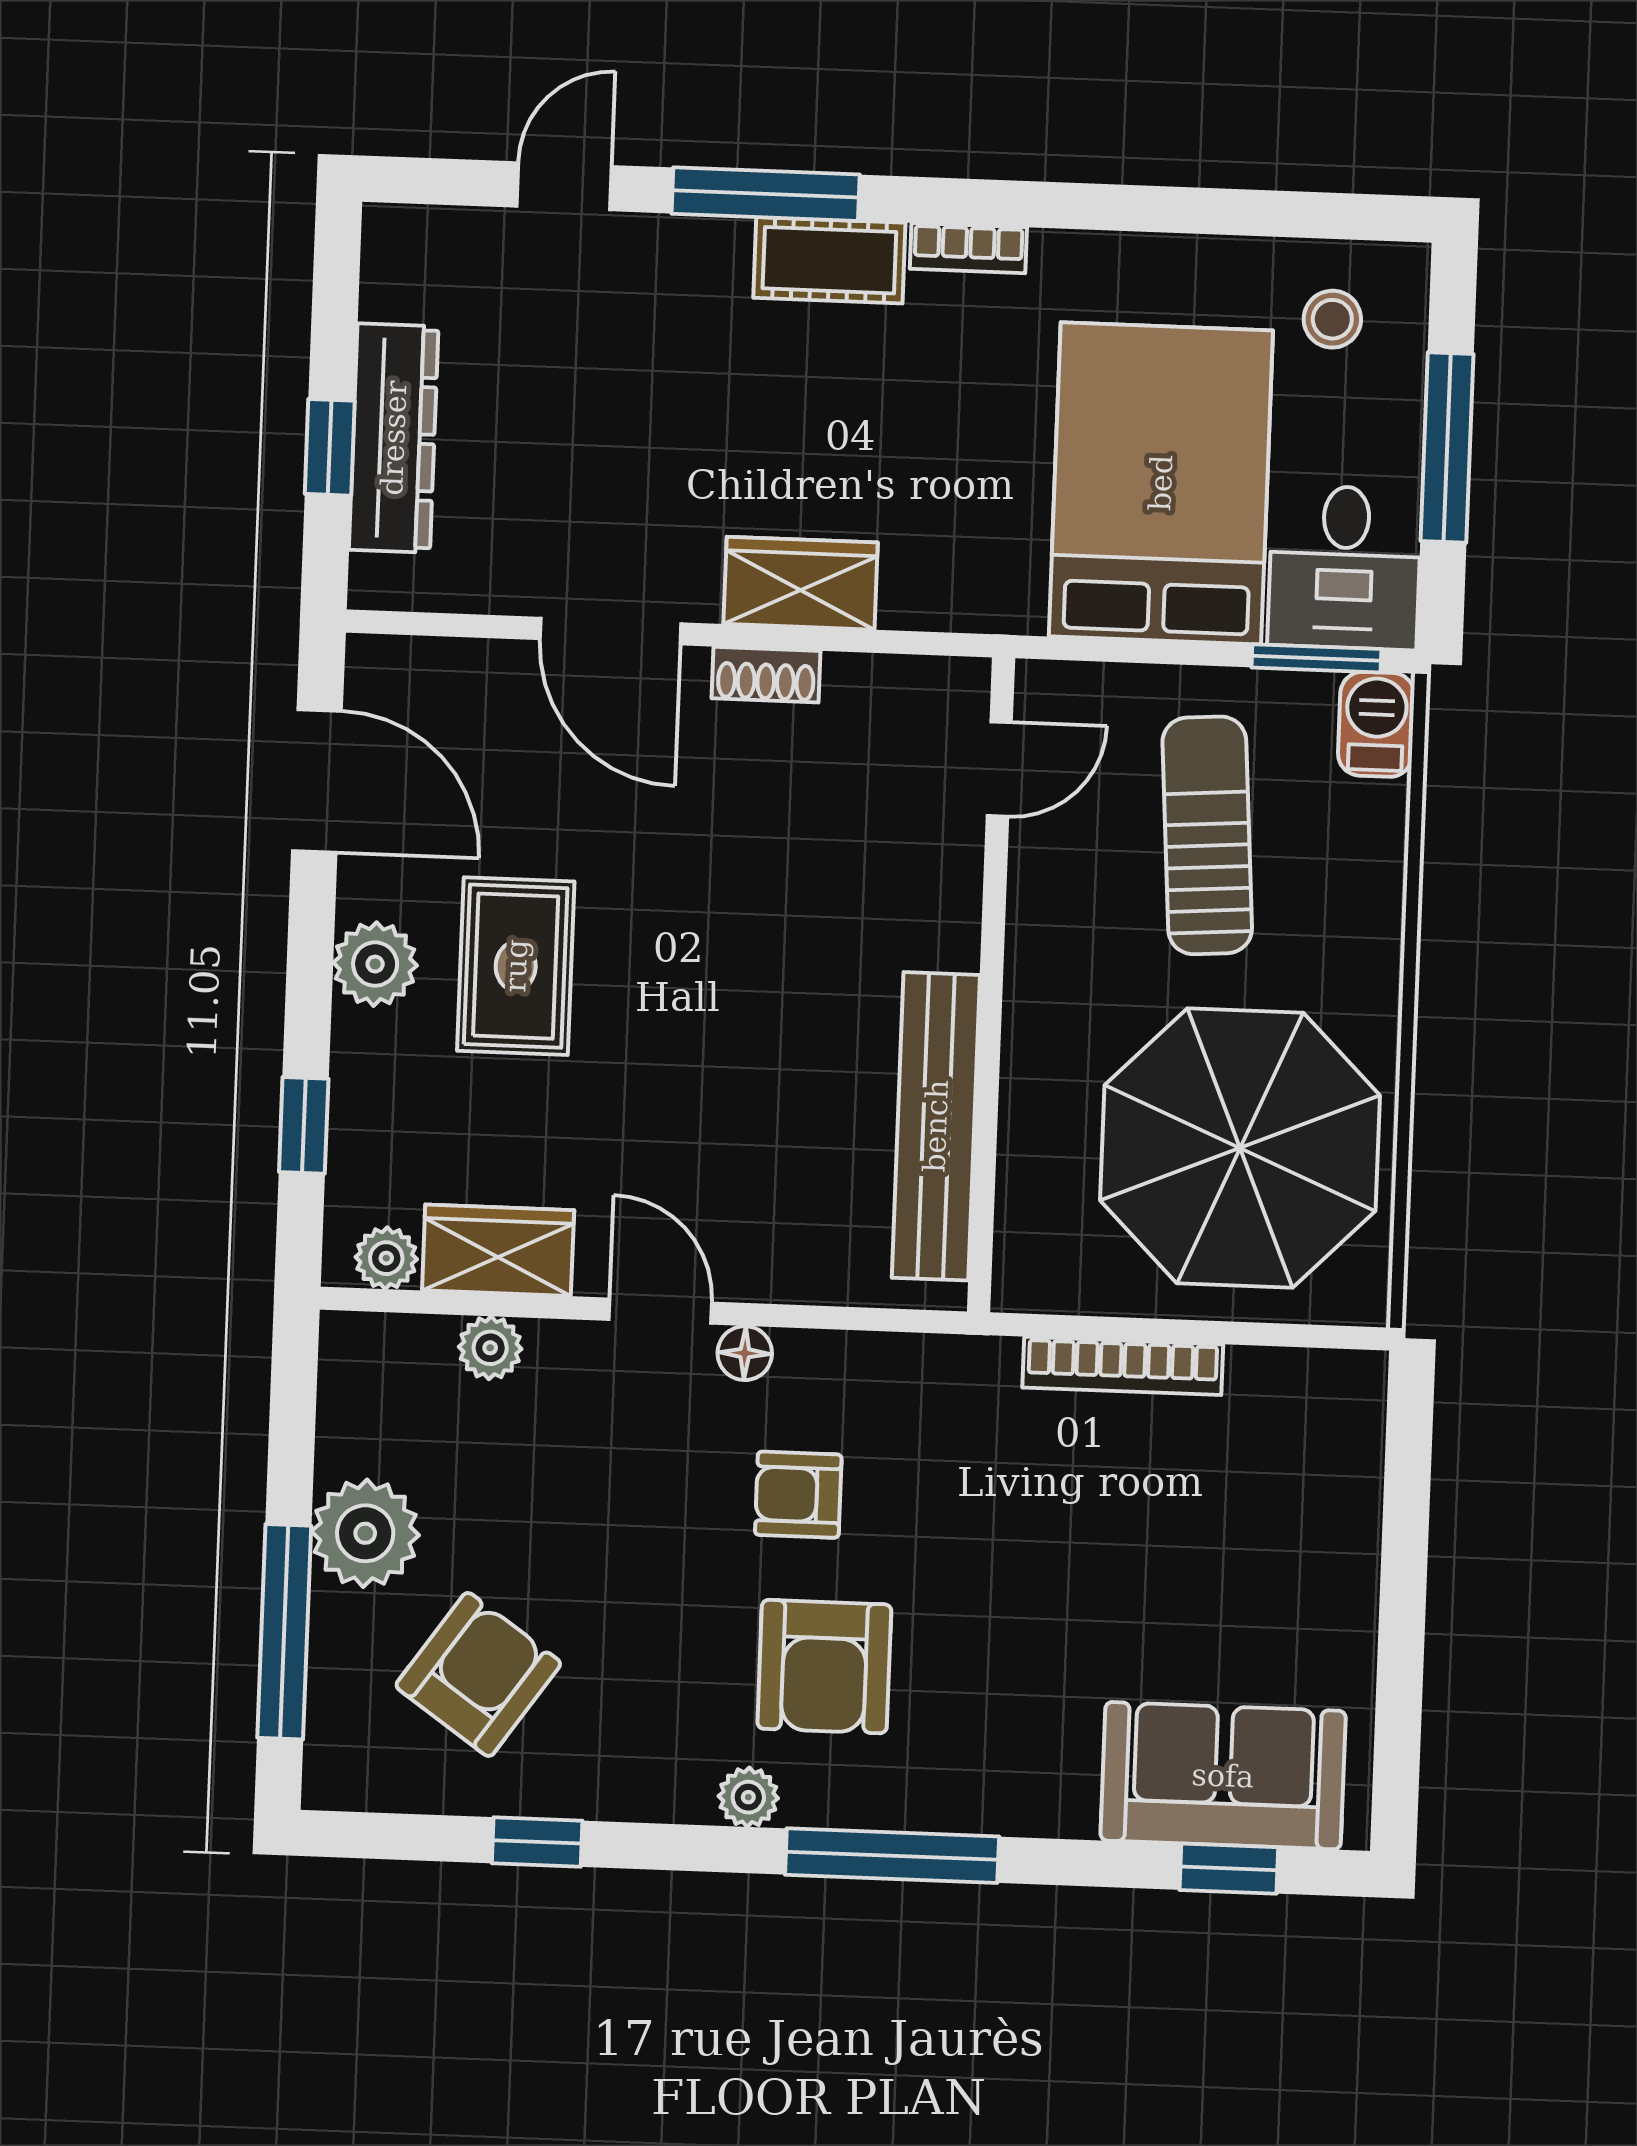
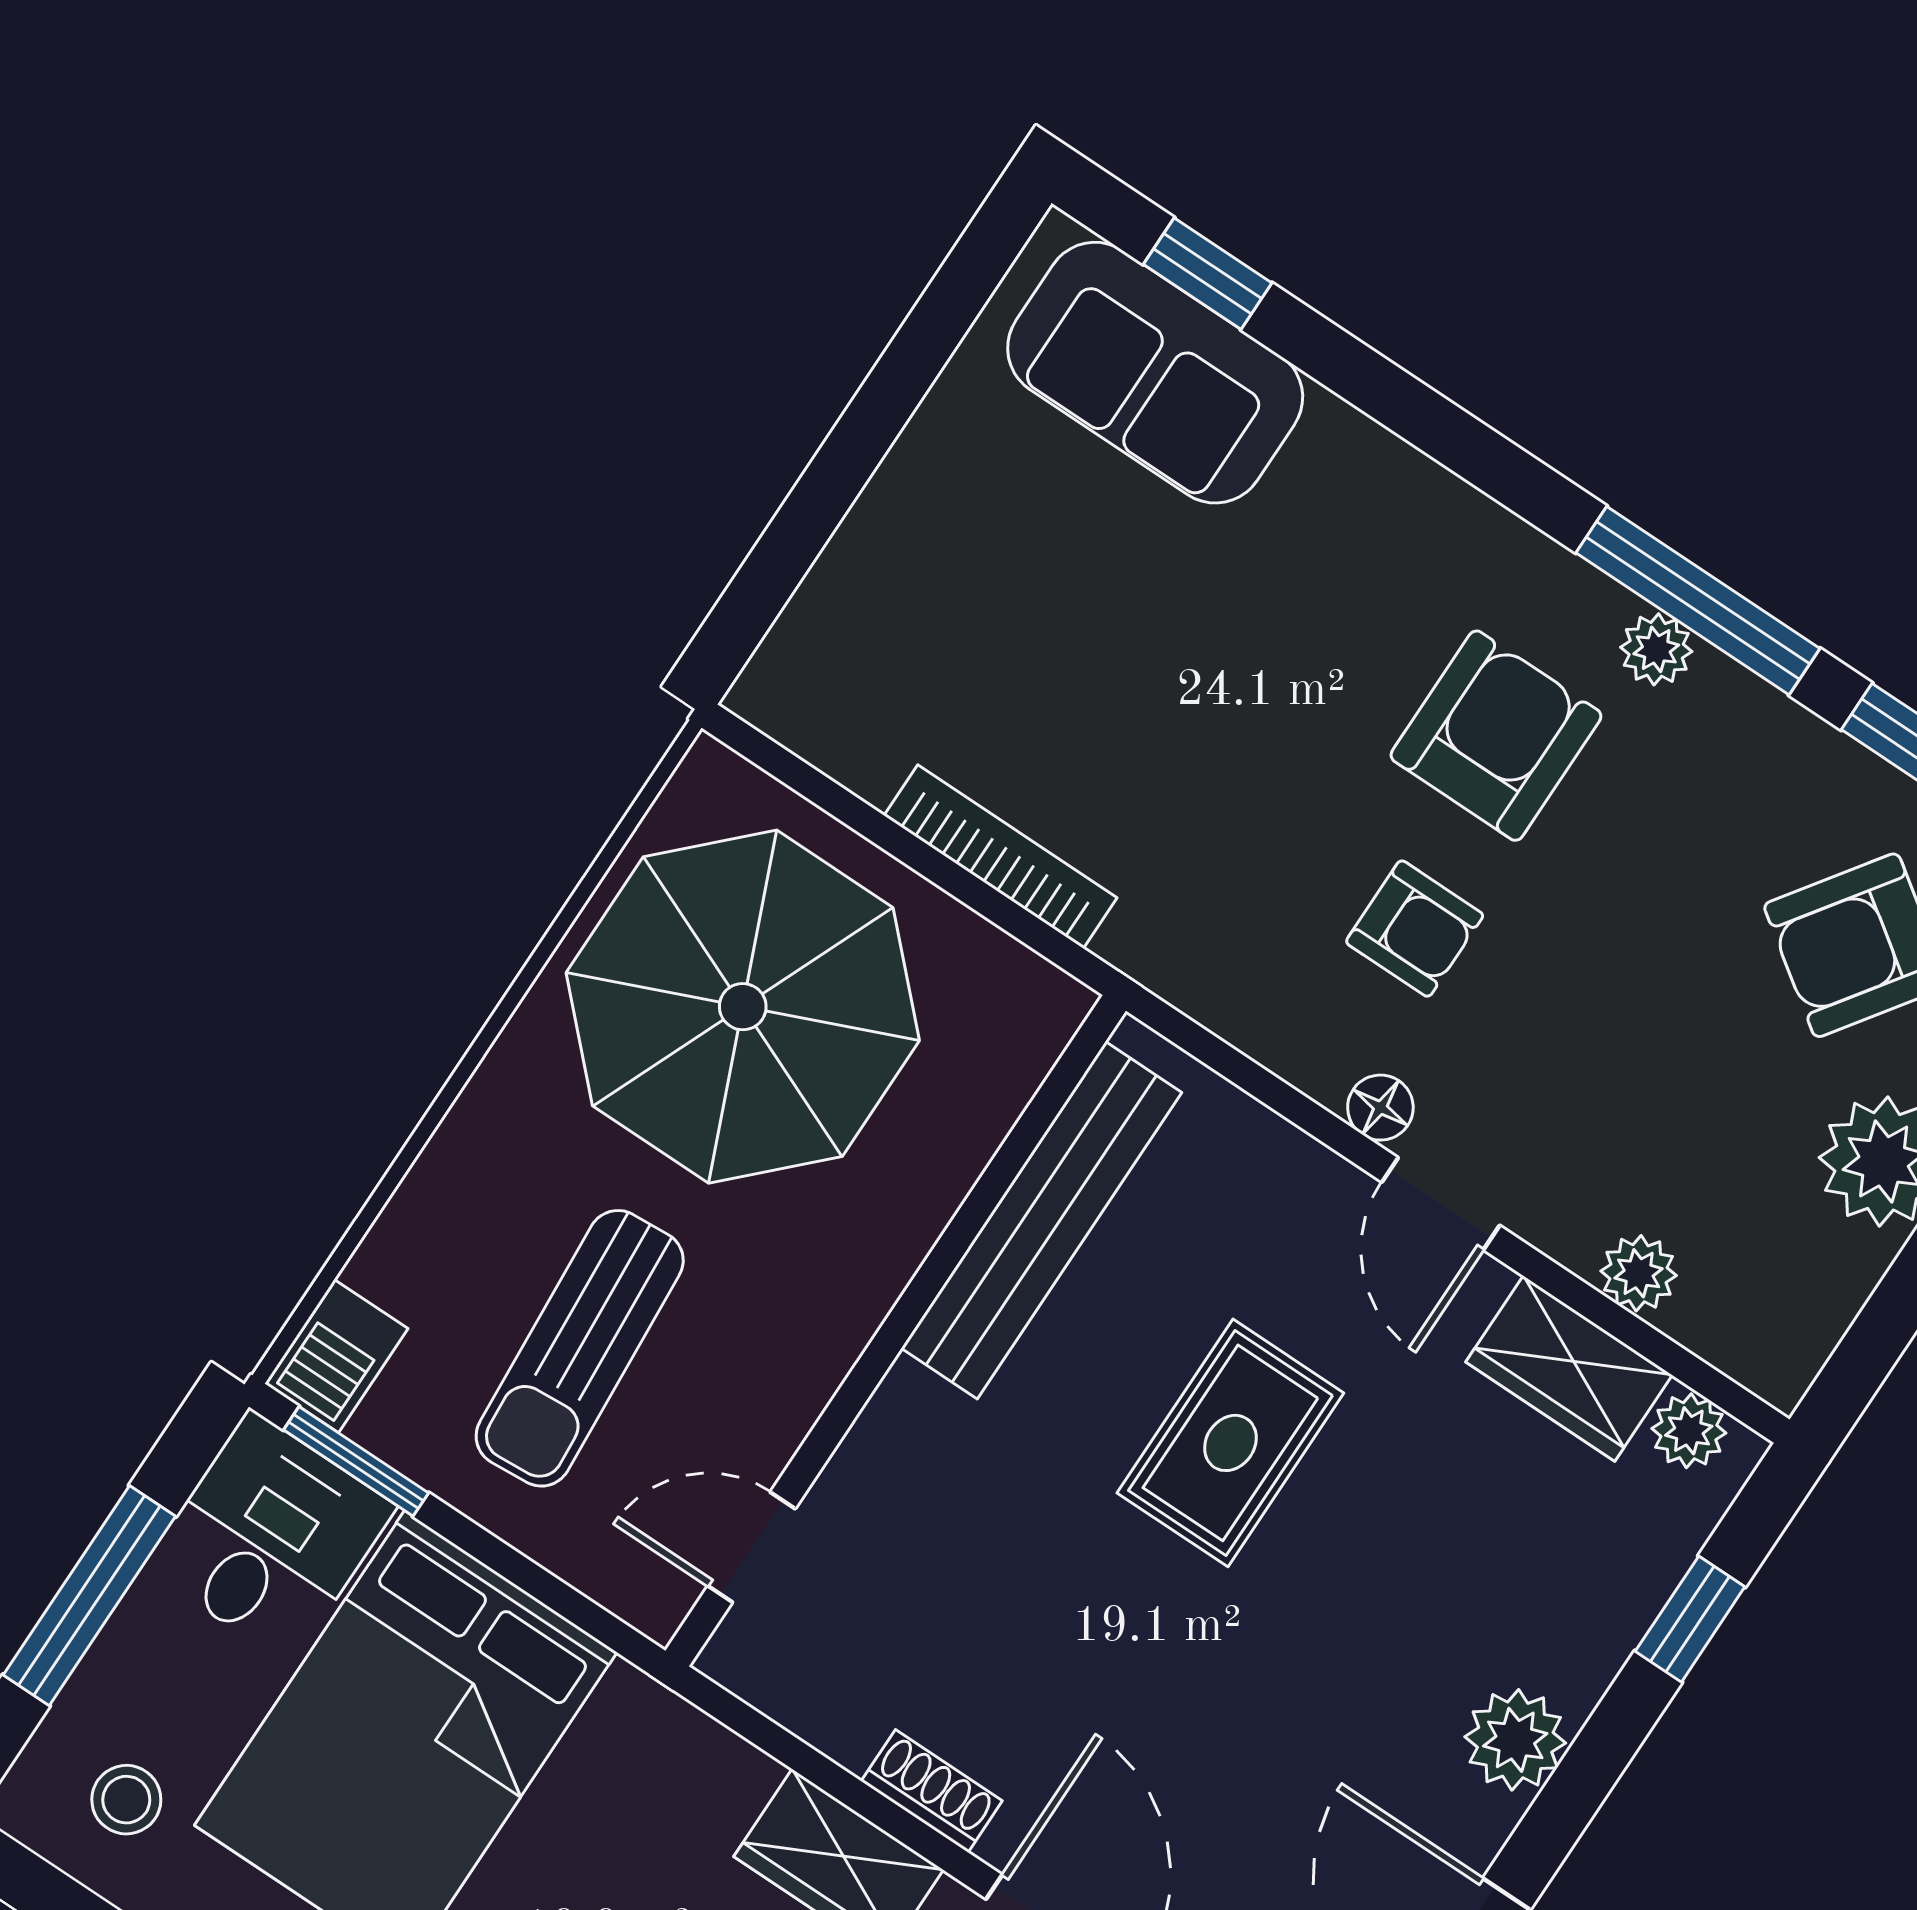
rug: (516, 966) -> (1230, 1443), moved
window: (892, 1856) -> (1698, 601), moved

